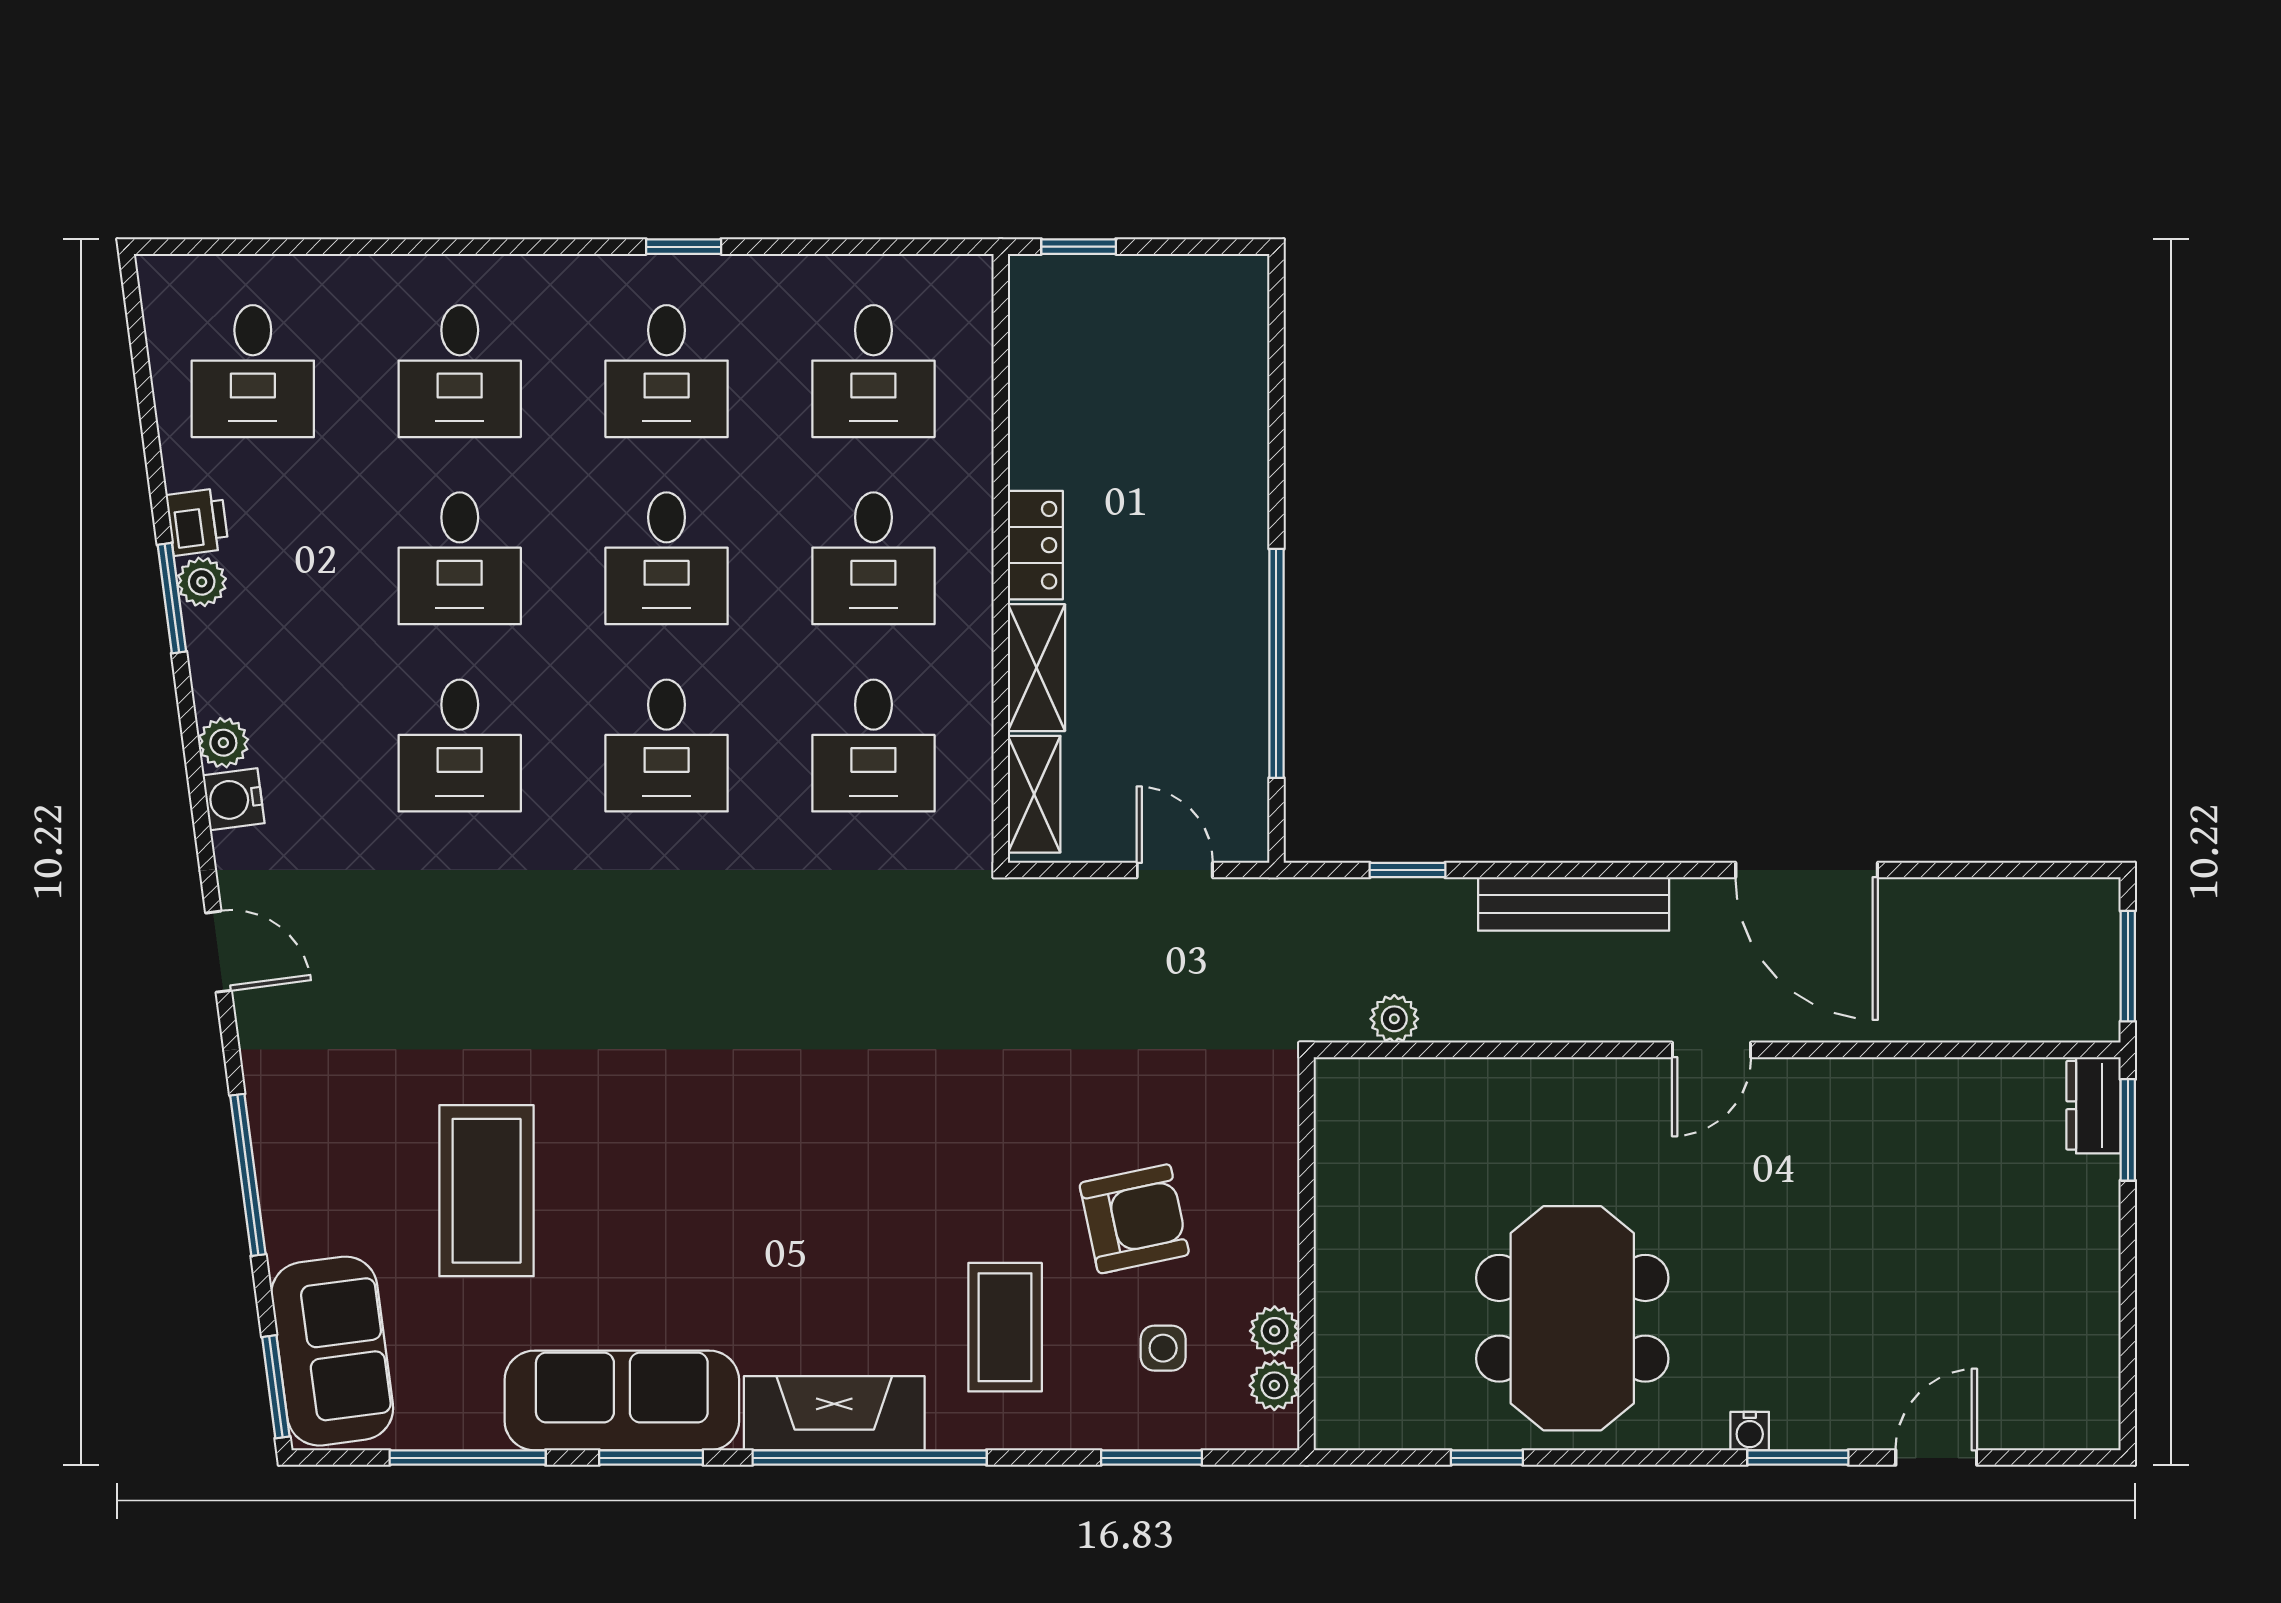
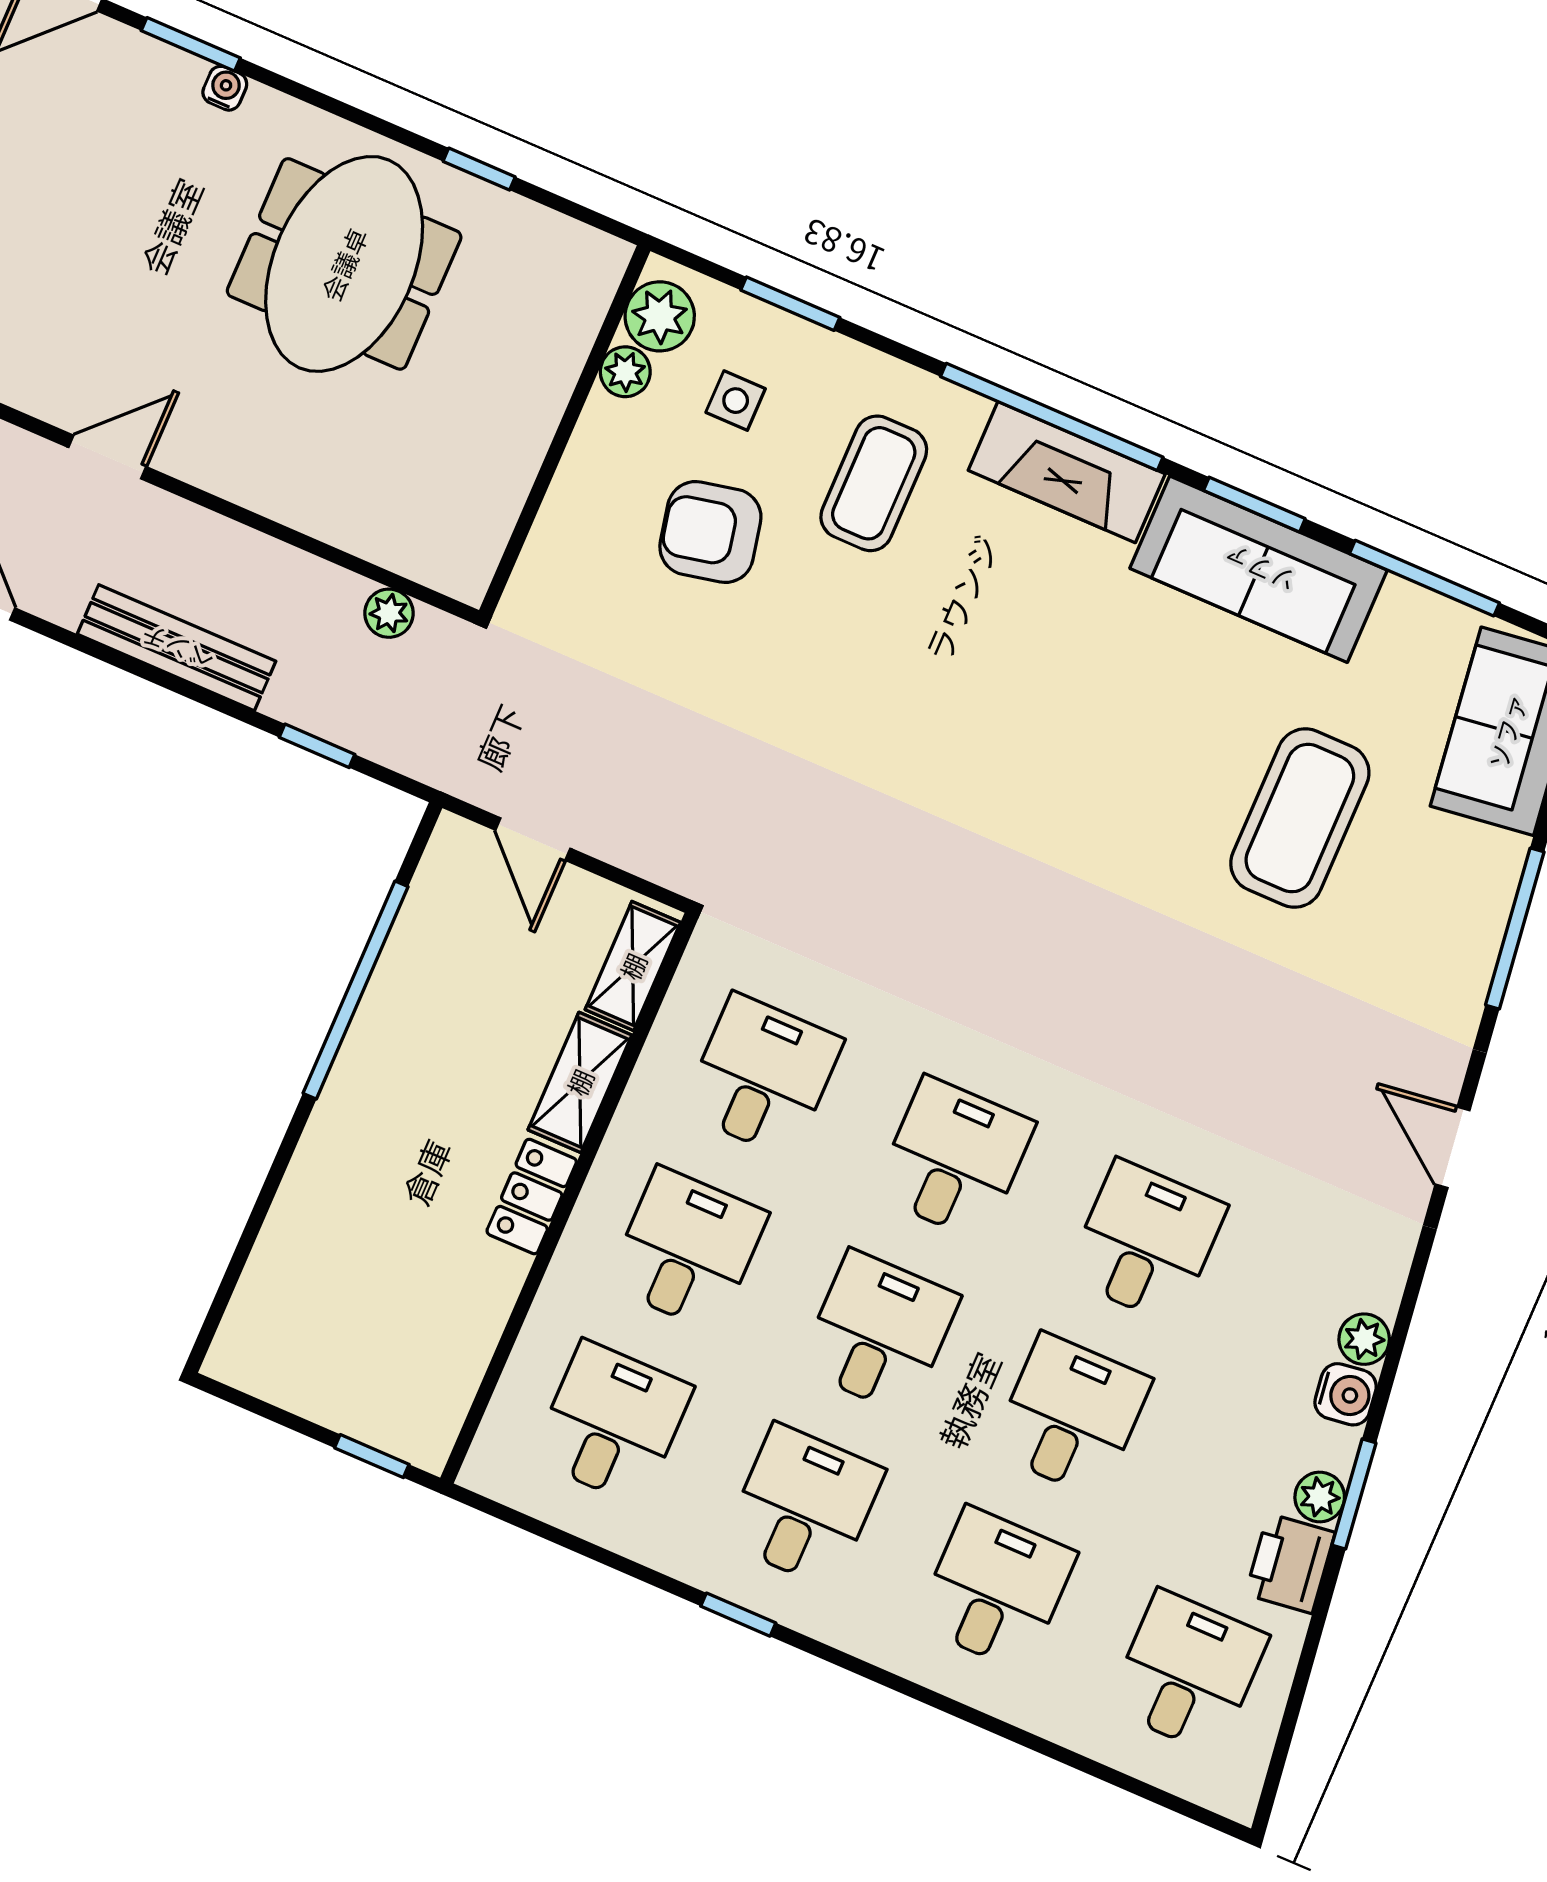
printer: (197, 522) -> (1290, 1563), width x1.36, depth x1.24
water cooler: (234, 799) -> (1346, 1394), moved
plant: (1274, 1385) -> (660, 316), width x1.38, depth x1.38

